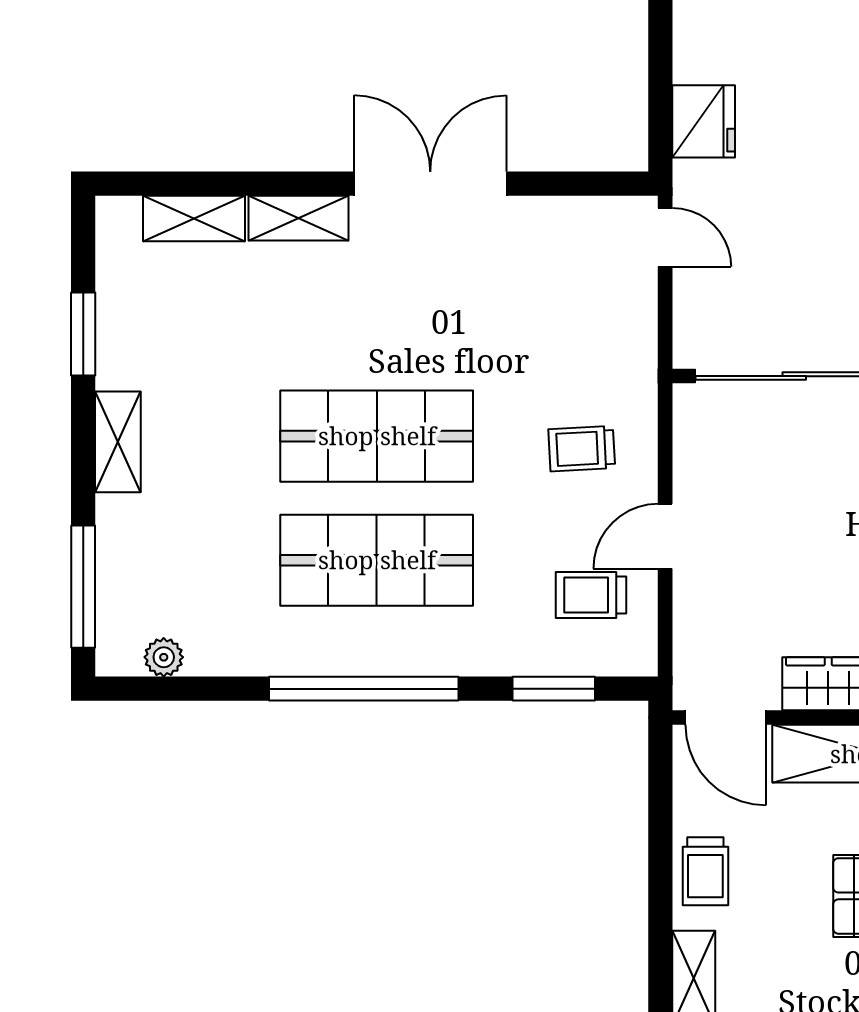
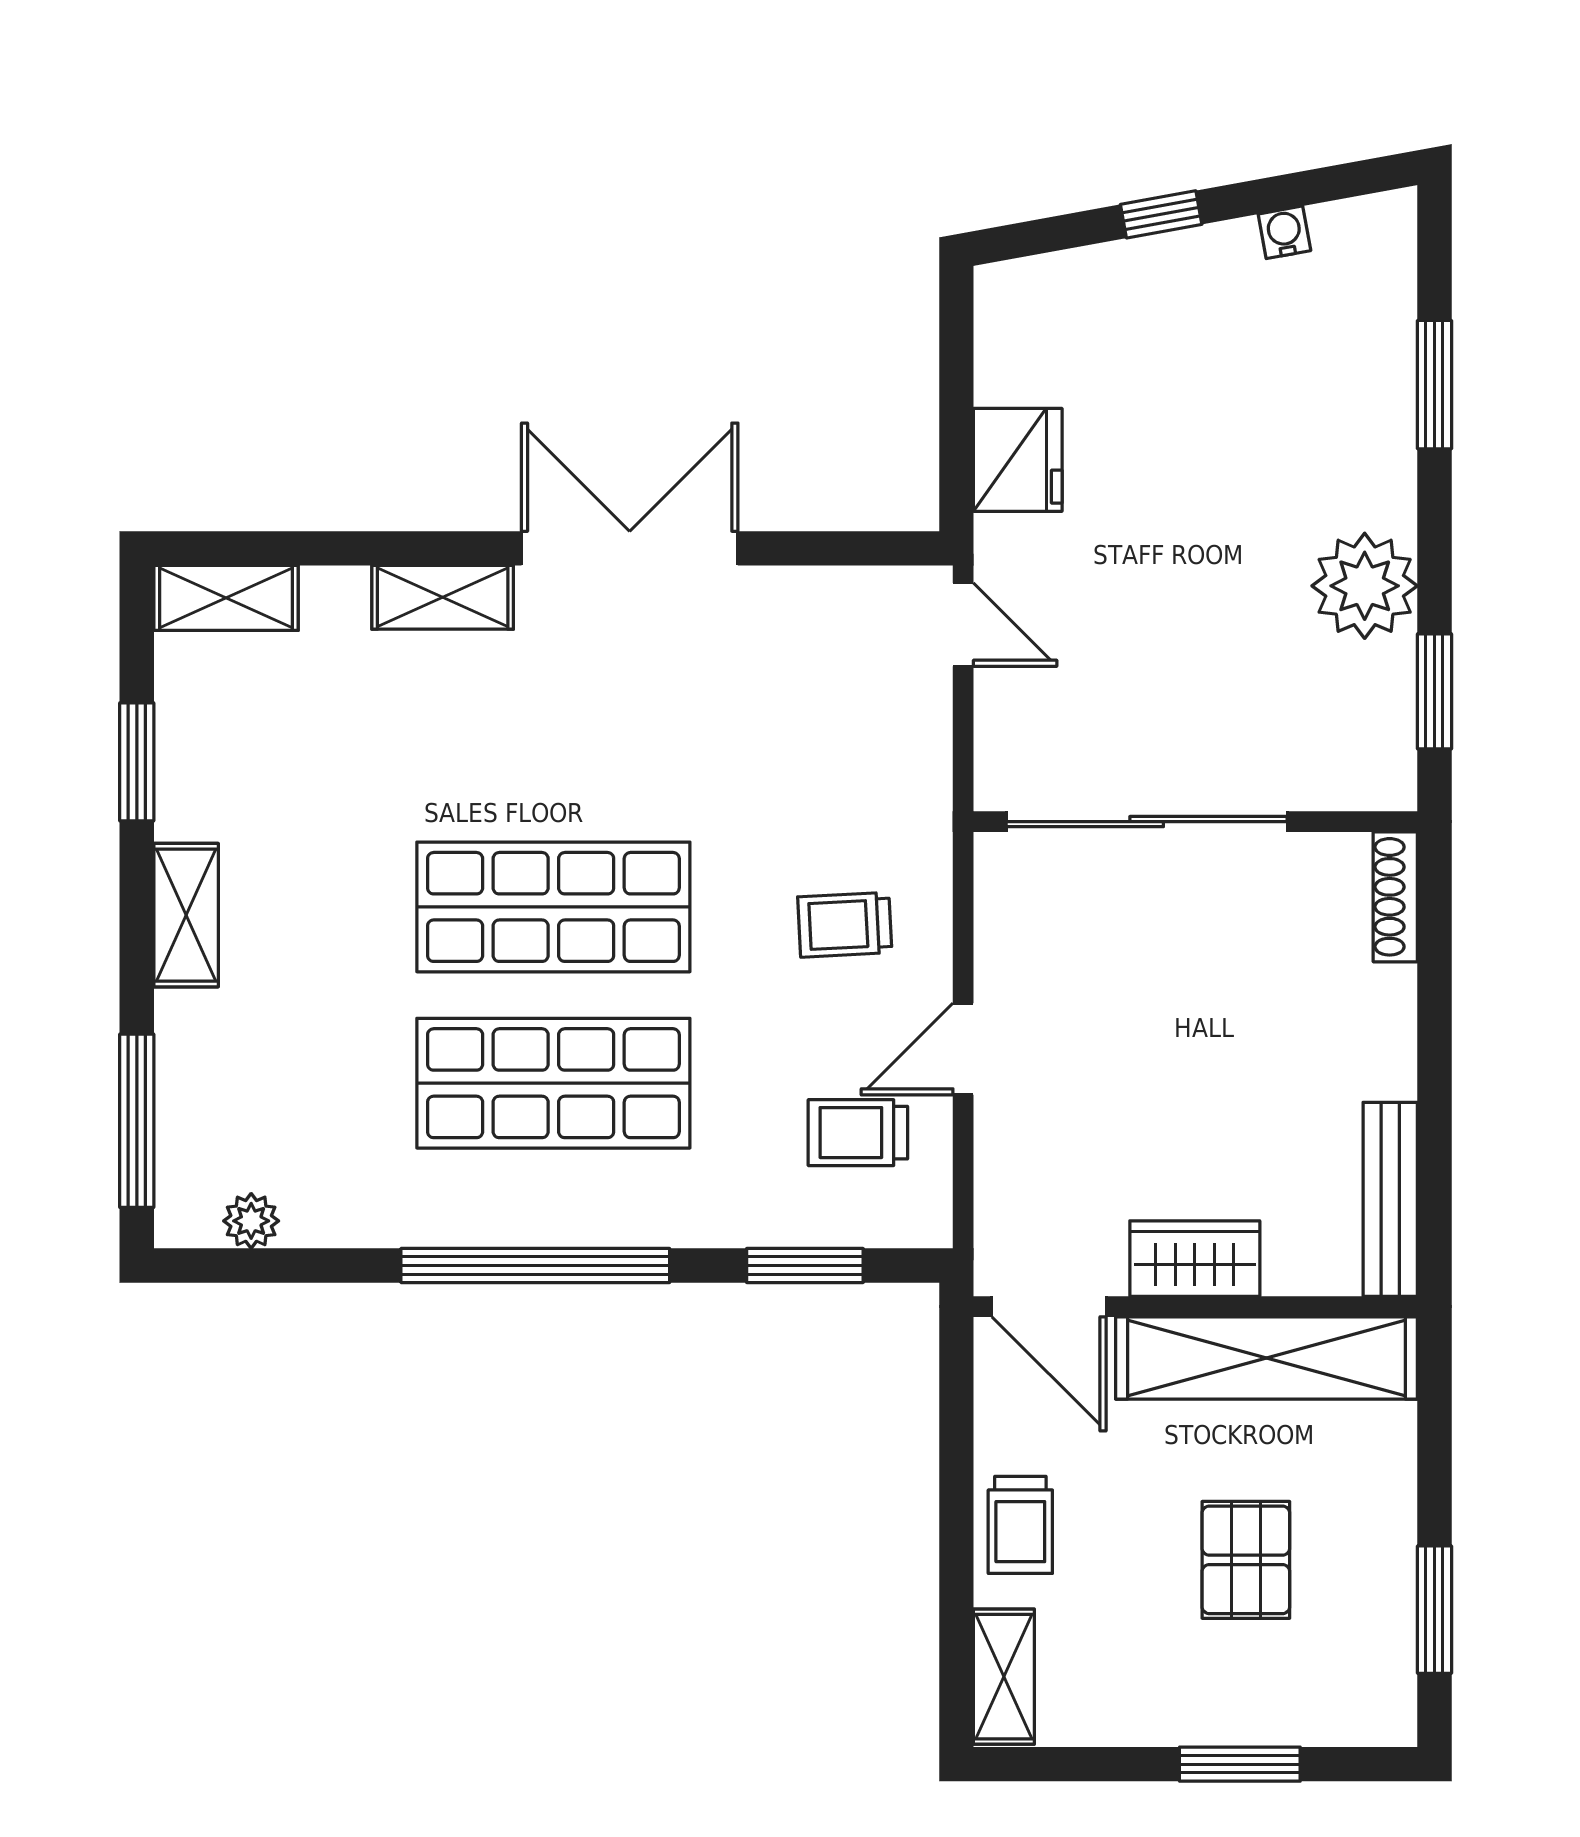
shelving: (194, 219) -> (226, 598), moved

